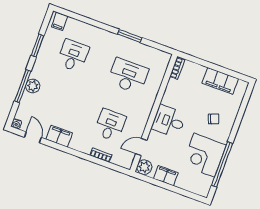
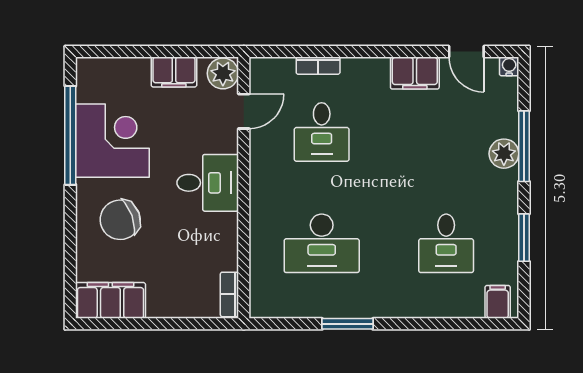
filing cabinet: (220, 81) -> (110, 300), moved
chair: (214, 119) -> (120, 220), width x1.87, depth x1.87

